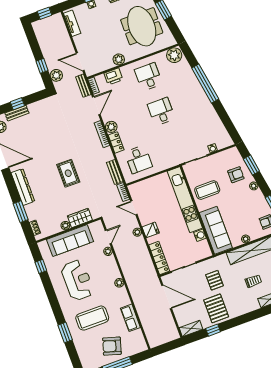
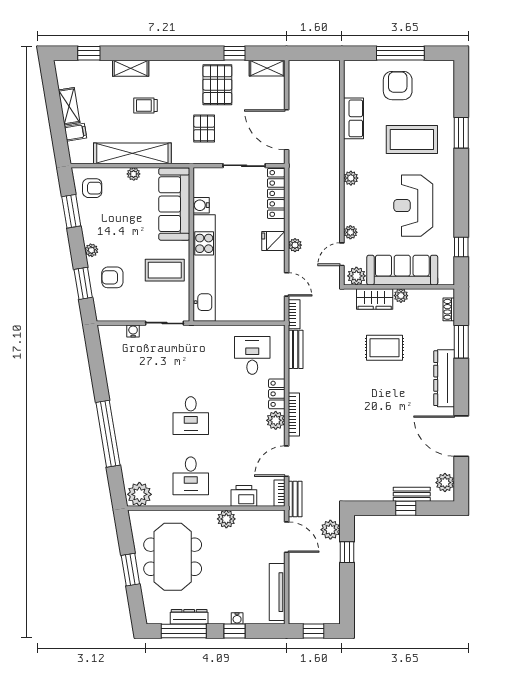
tv unit: (72, 23) -> (277, 592), width x1.41
rug: (68, 173) -> (385, 348), moved, turned 90
plant: (95, 227) -> (356, 276), added
armchair: (112, 346) -> (398, 86), turned -107

